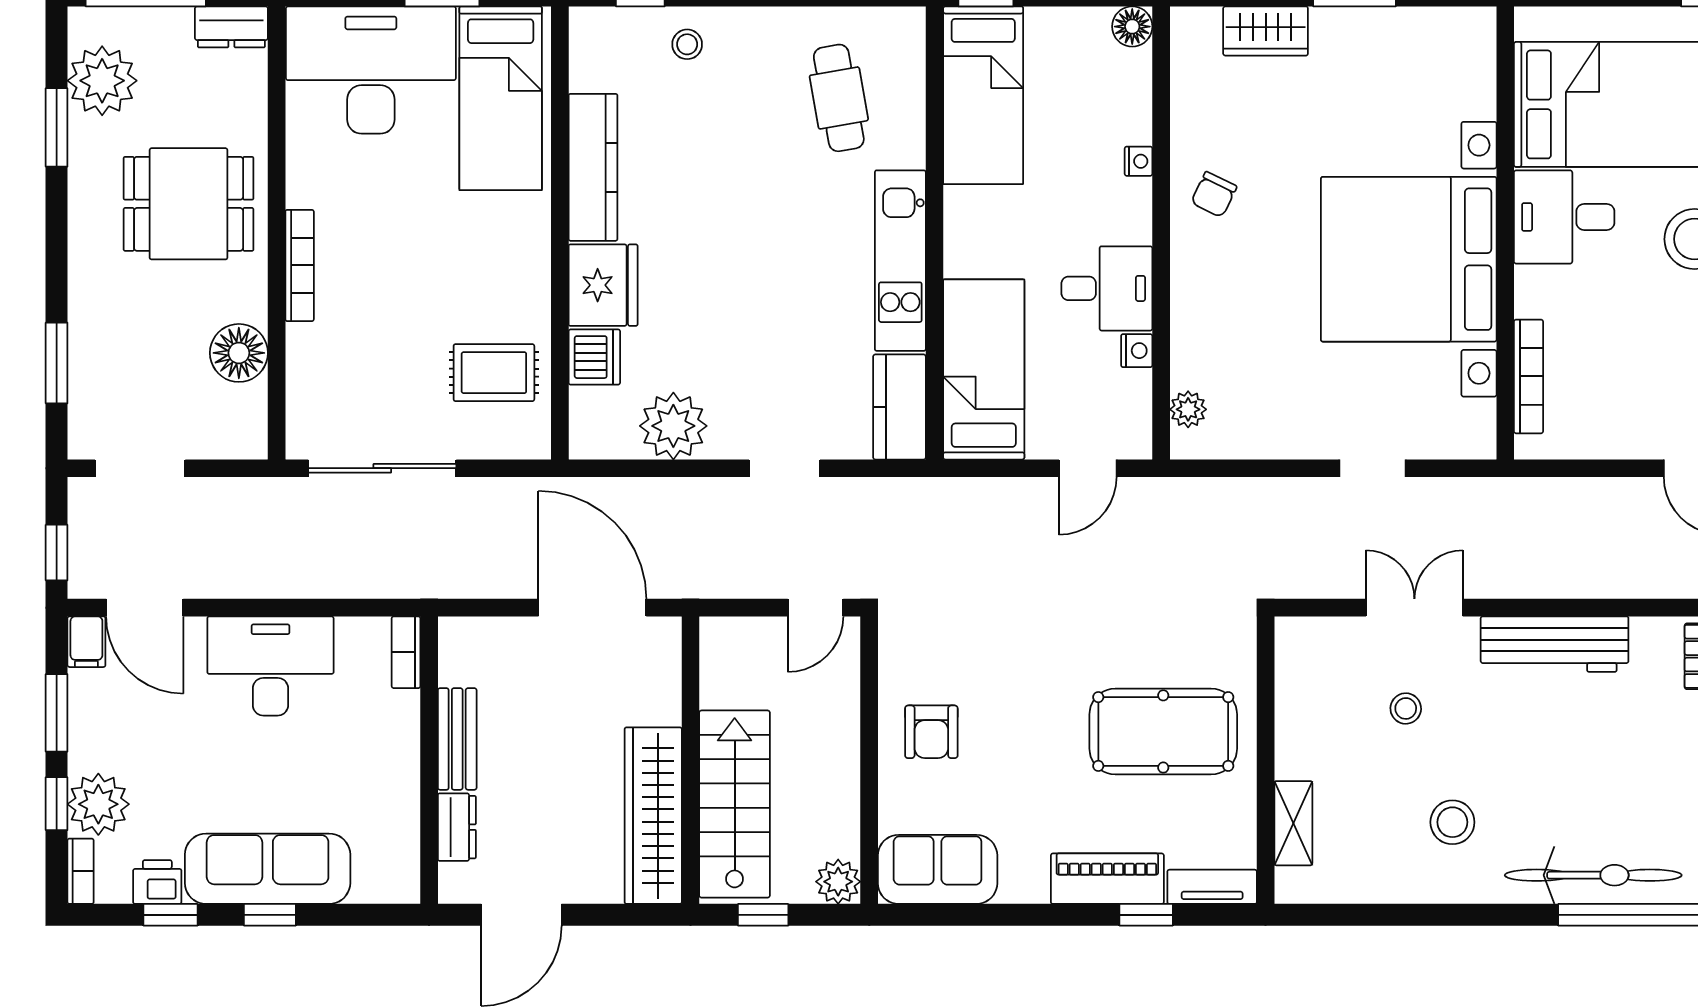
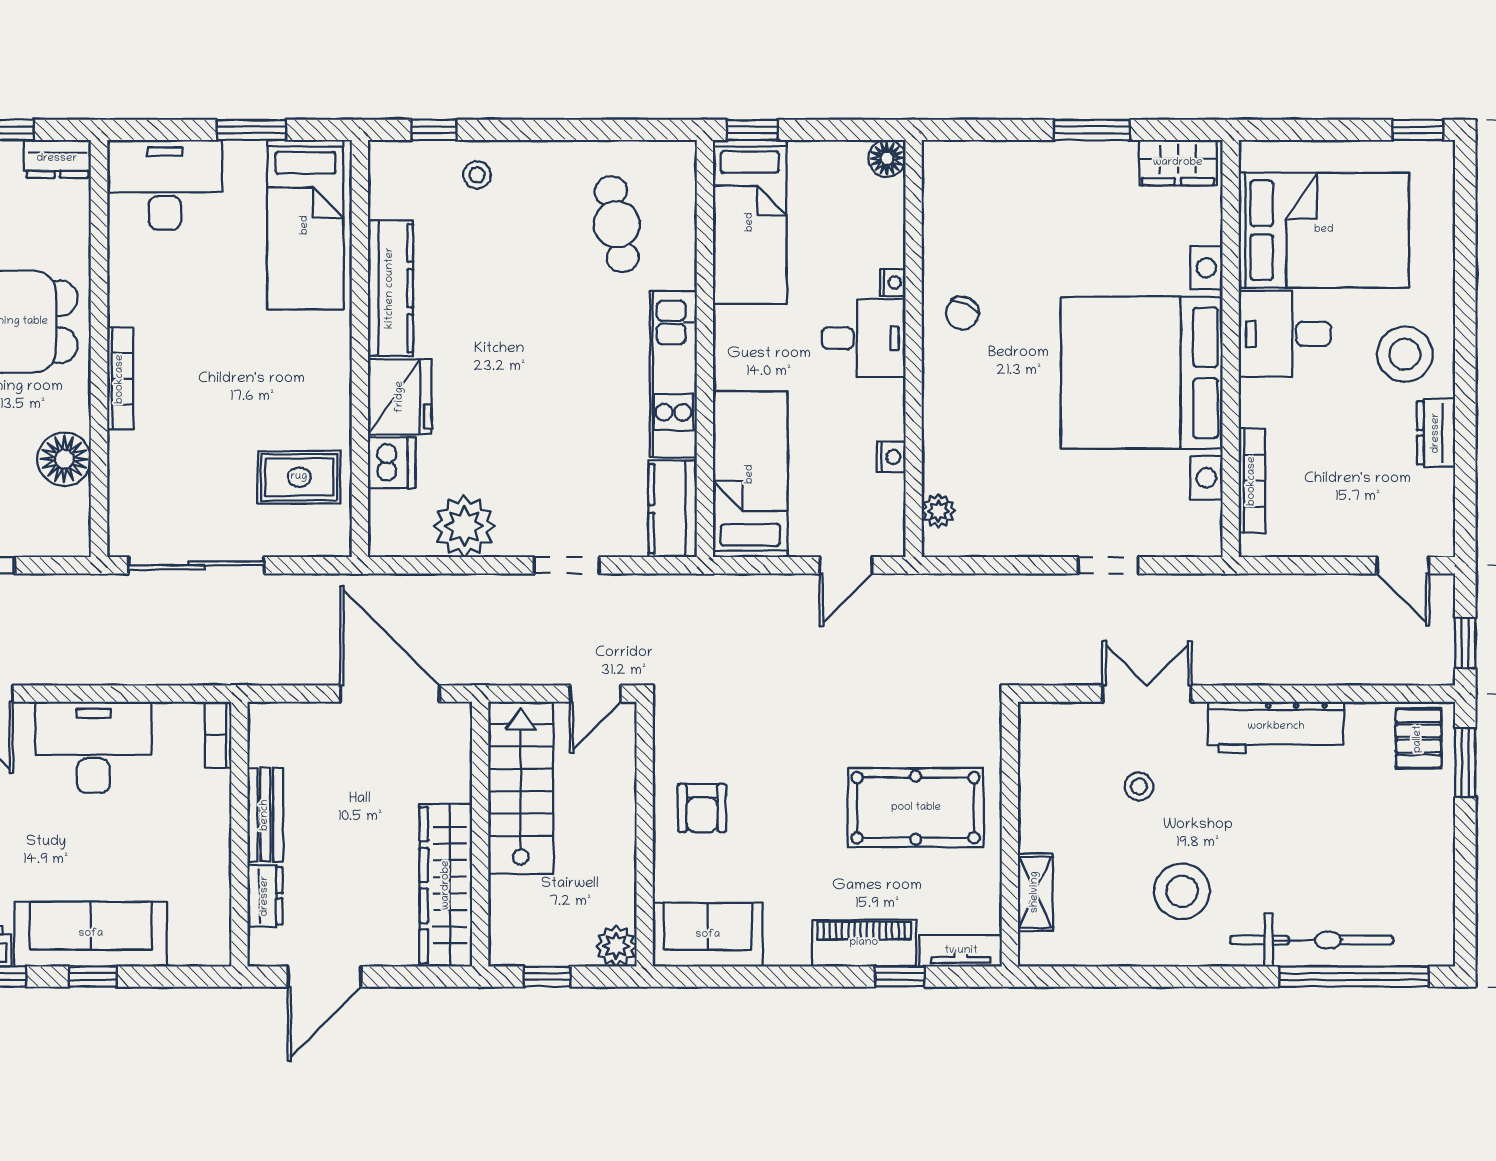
wardrobe: (1266, 31) -> (1178, 163), moved
desk: (371, 70) -> (165, 185), width x0.73, depth x0.77
desk: (1107, 288) -> (864, 338), moved
stairs: (735, 804) -> (521, 788), moved
stool: (1452, 822) -> (1182, 891), width x1.38, depth x1.38

